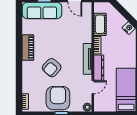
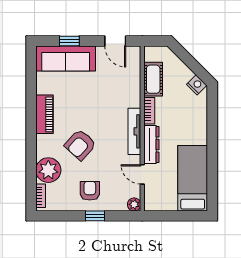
plant: (30, 84) -> (48, 170), added
door: (93, 87) -> (142, 174), swing flipped
armchair: (58, 98) -> (90, 191), width x0.53, depth x0.53

